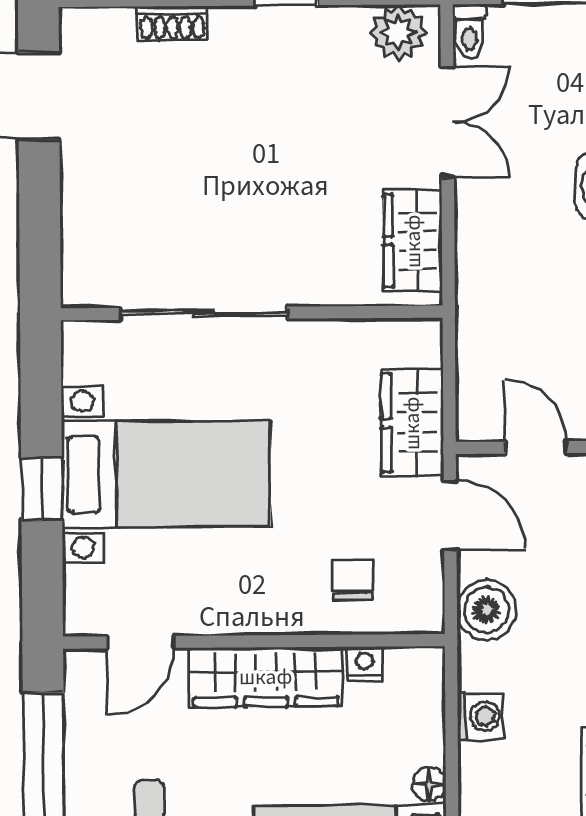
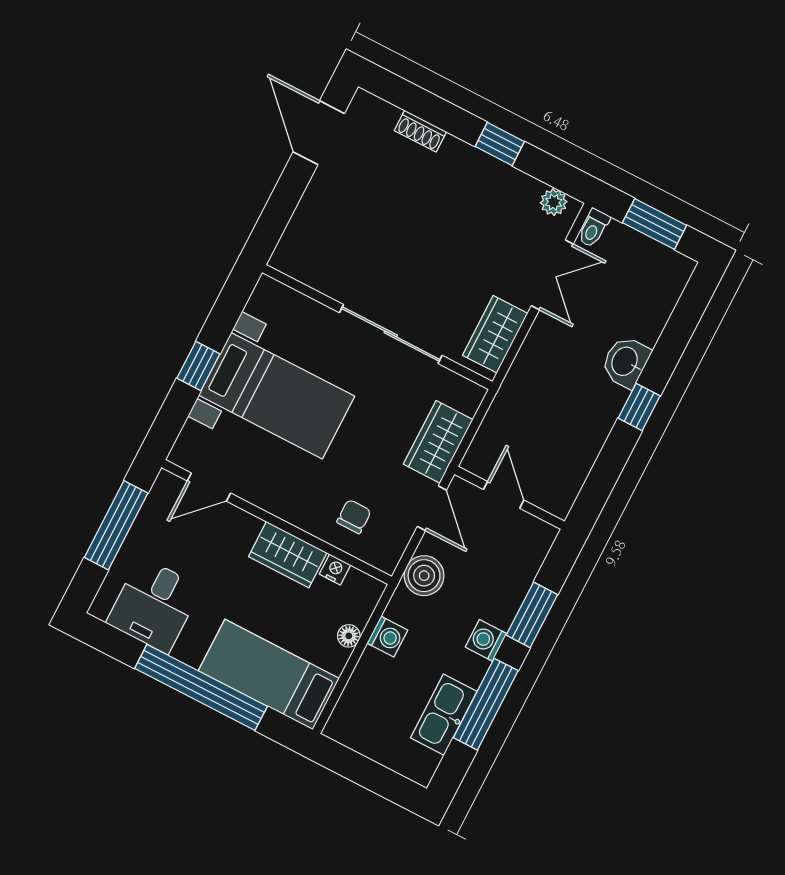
plant: (399, 32) -> (554, 202), width x0.73, depth x0.73
sliding door: (204, 313) -> (391, 334), moved
wardrobe: (266, 677) -> (288, 555), width x0.67
floor lamp: (429, 784) -> (349, 636), moved

